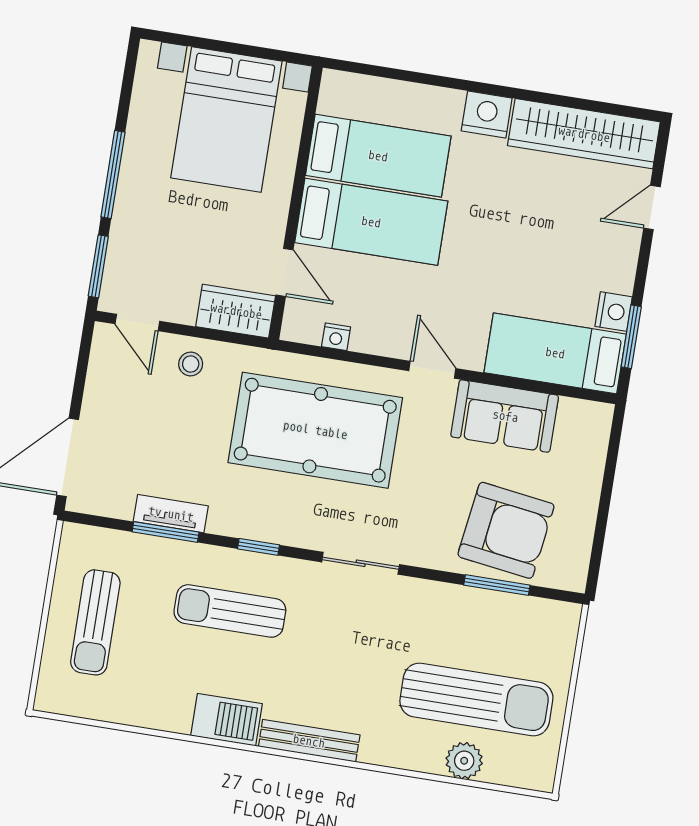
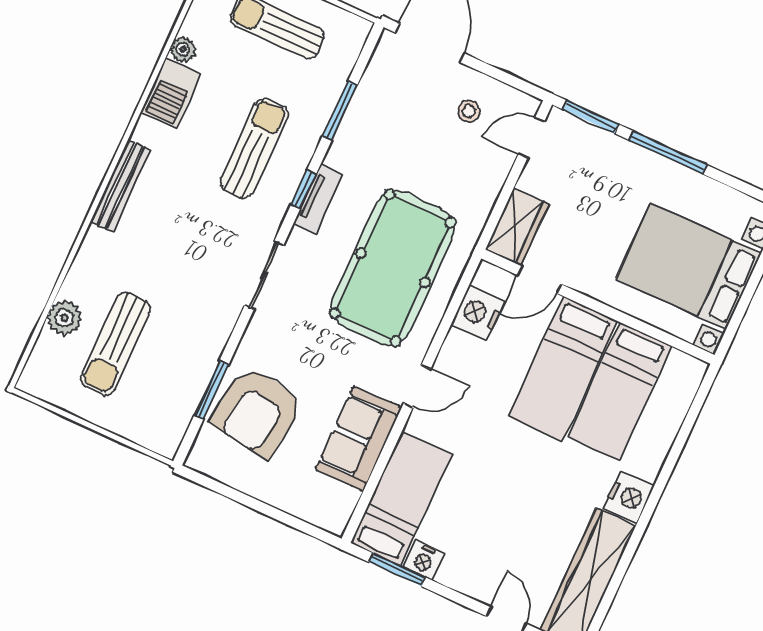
nightstand: (336, 337) -> (478, 313), width x1.89, depth x1.79
stool: (191, 364) -> (469, 111), moved
tv unit: (171, 514) -> (318, 199), moved
sun lounger: (476, 700) -> (115, 344), width x0.73, depth x0.75
plant: (147, 715) -> (183, 49), added
barbecue: (227, 720) -> (171, 93), moved

